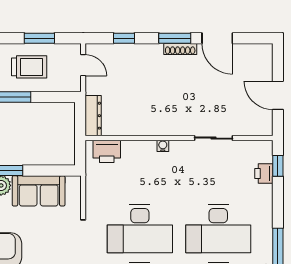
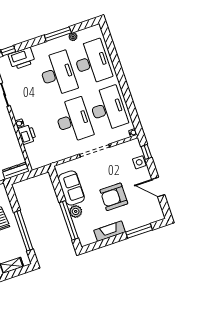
printer: (107, 151) -> (27, 135), moved
printer: (264, 174) -> (22, 58), width x1.87, depth x1.48

